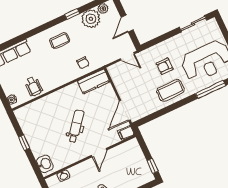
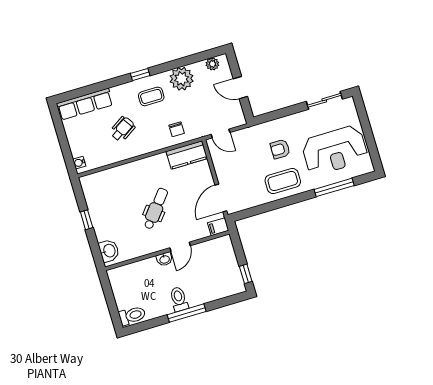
window: (72, 14) -> (140, 75), moved
plant: (91, 19) -> (182, 79), moved
door: (127, 24) -> (240, 88), hinge flipped
door: (127, 56) -> (220, 133), moved
wheelchair: (34, 86) -> (123, 129), moved, turned -123
washbasin: (64, 176) -> (164, 259), moved

